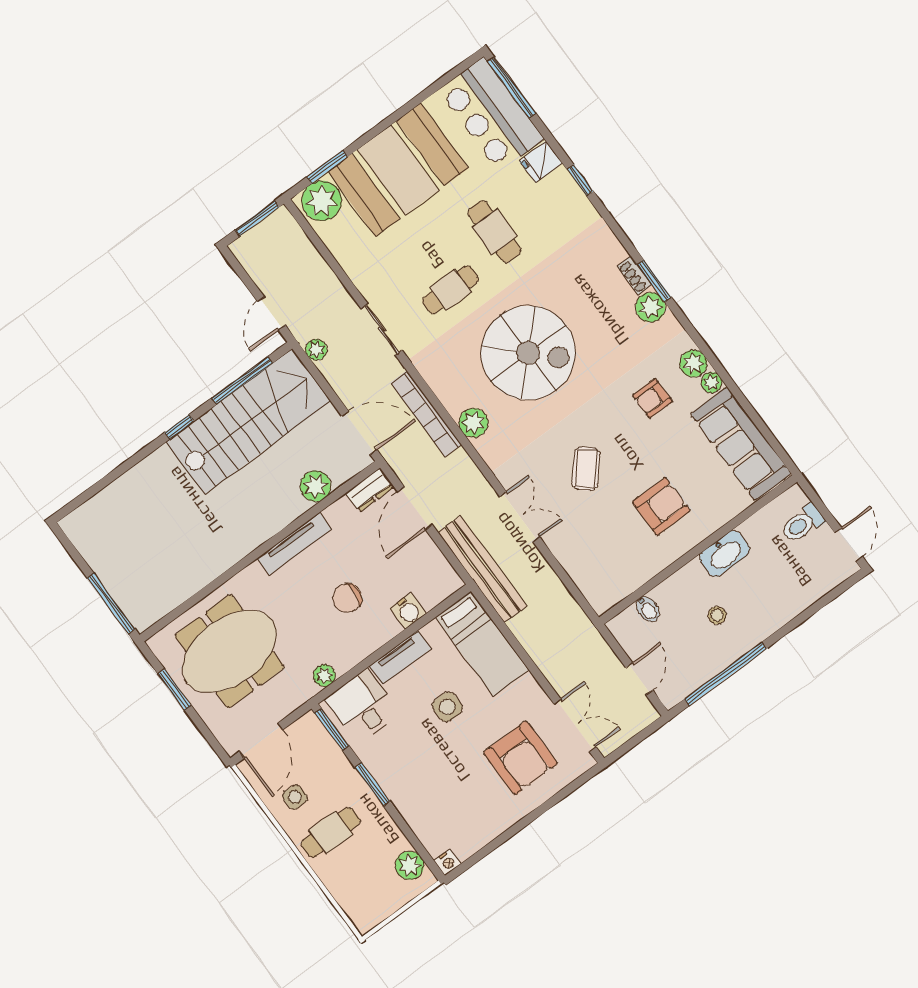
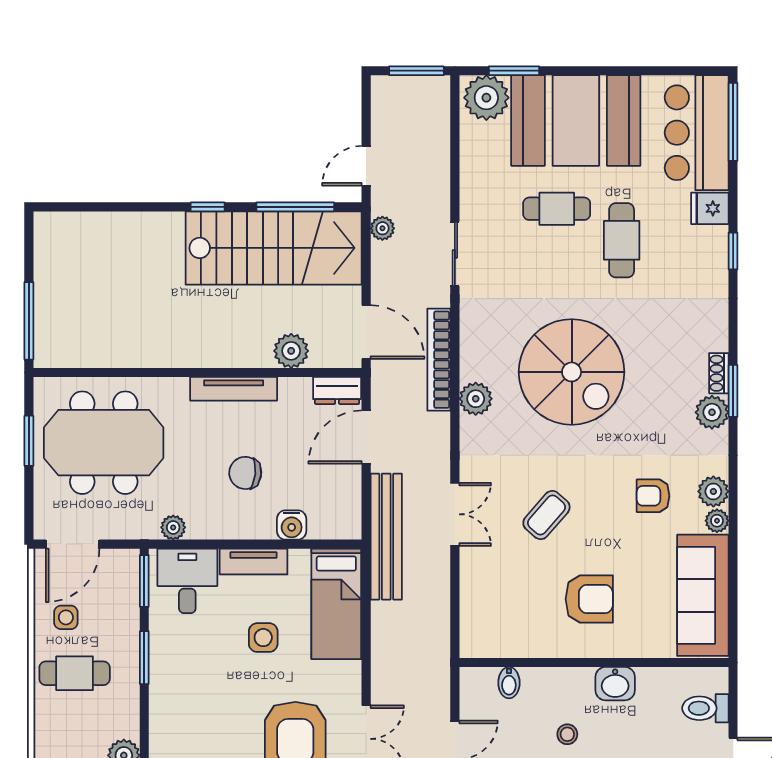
cafe table: (450, 290) -> (557, 209), moved
washbasin: (725, 554) -> (615, 684), width x0.72

